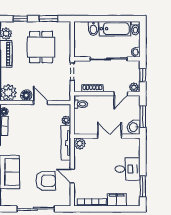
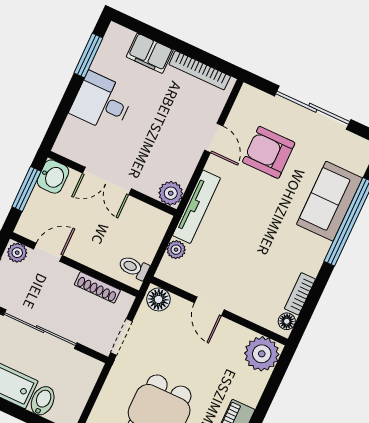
floor lamp: (26, 95) -> (158, 299), moved

